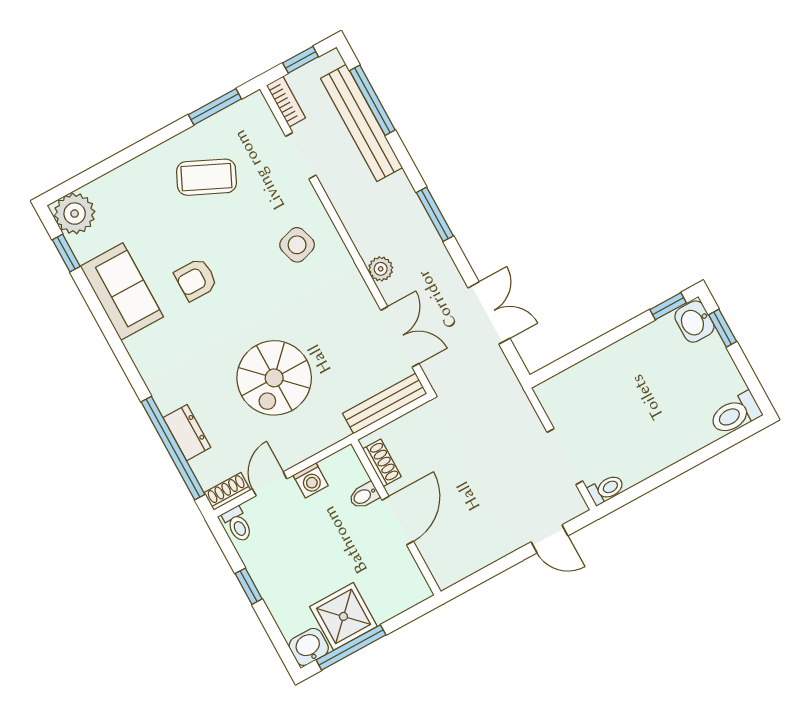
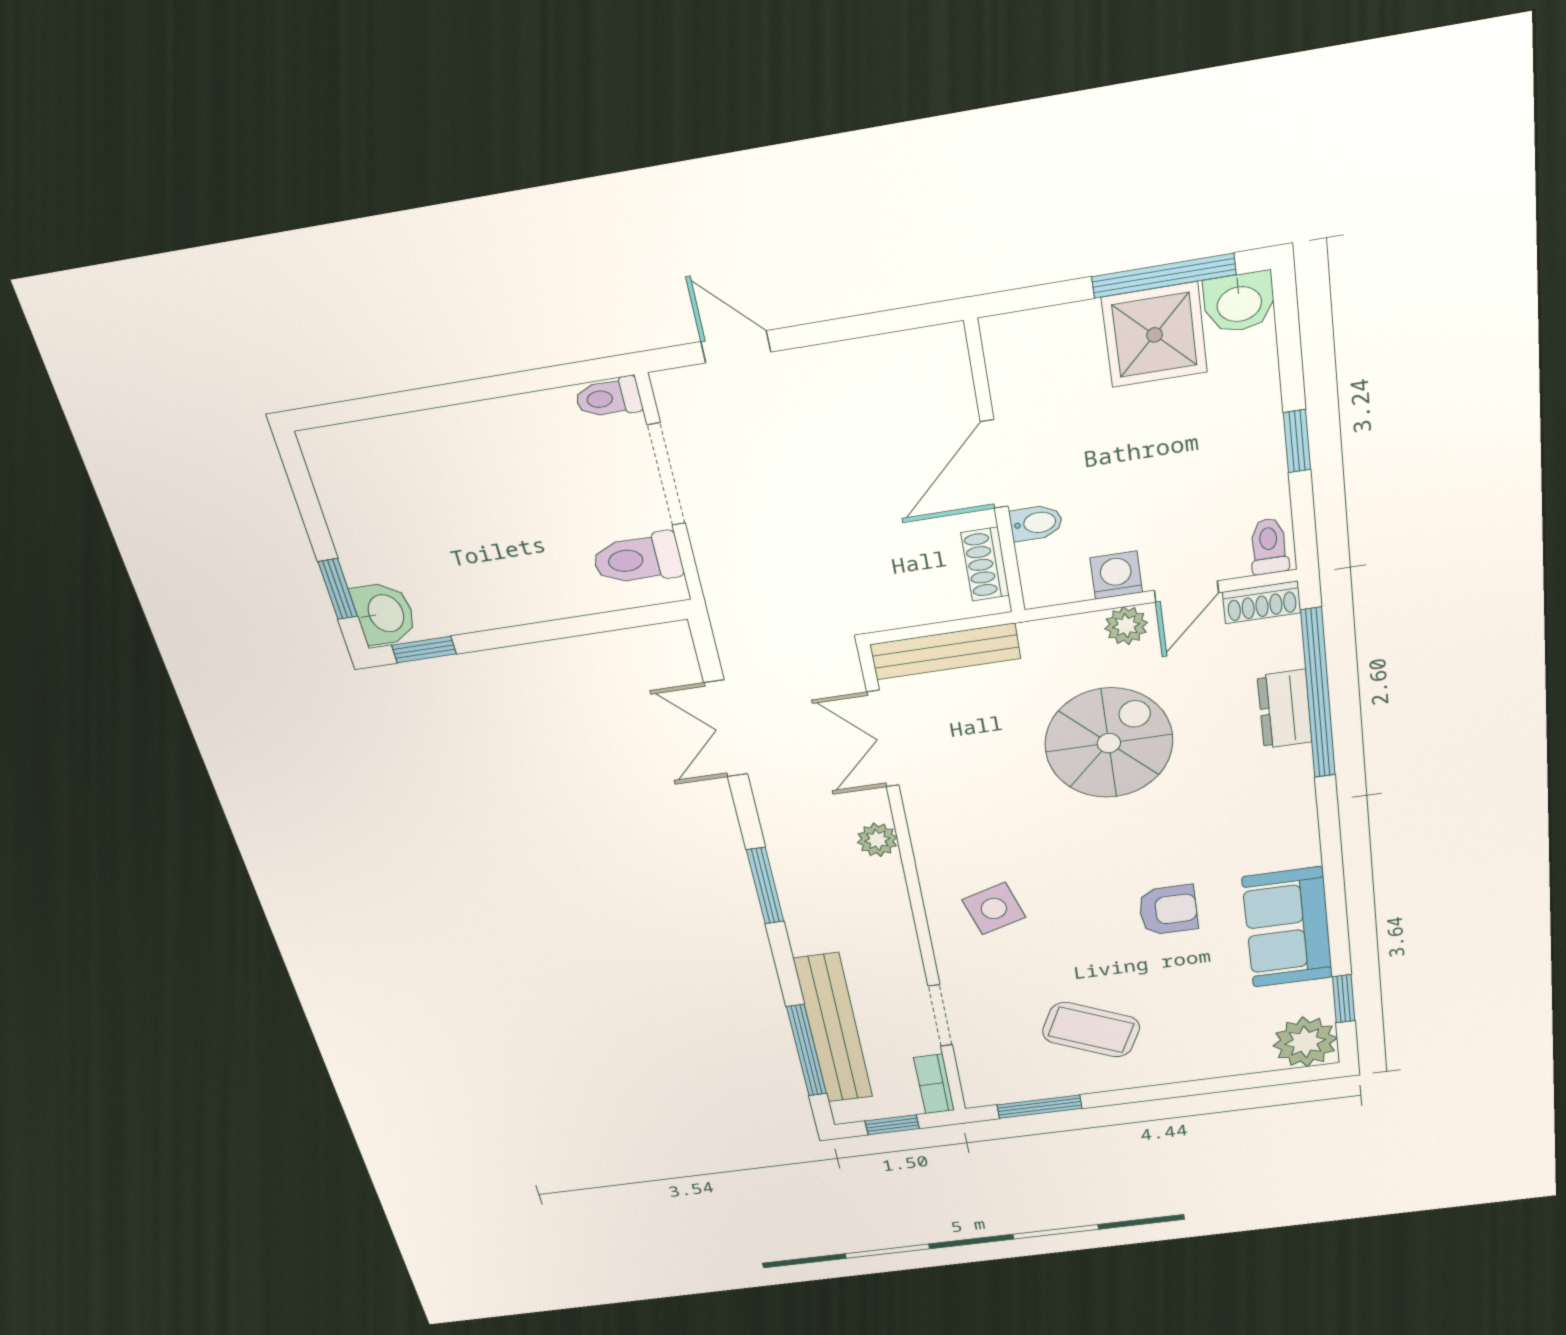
toilet: (735, 414) -> (637, 559), moved, turned 180
plant: (294, 453) -> (1126, 626), added

